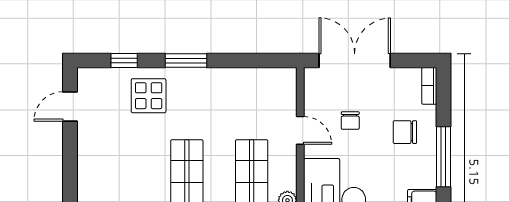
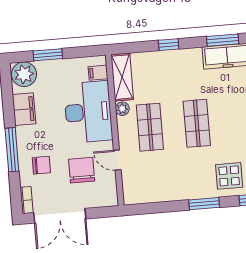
double door: (355, 61) -> (60, 216), moved
chair: (350, 121) -> (82, 170), width x1.87, depth x1.87

